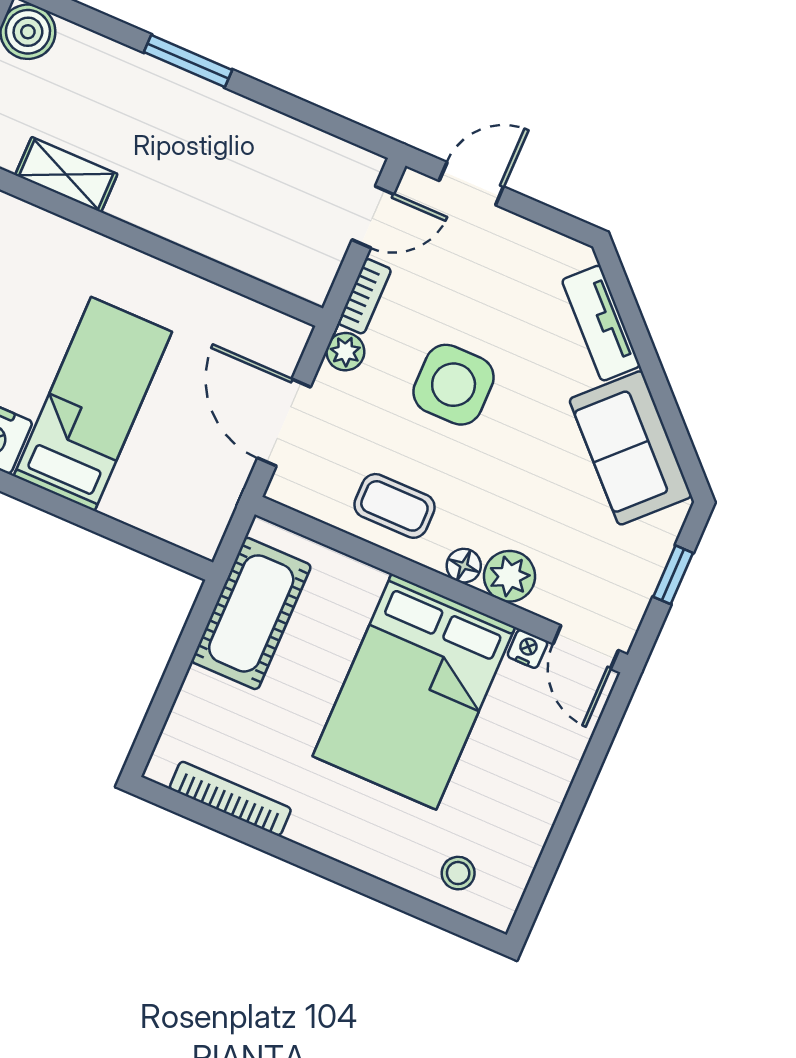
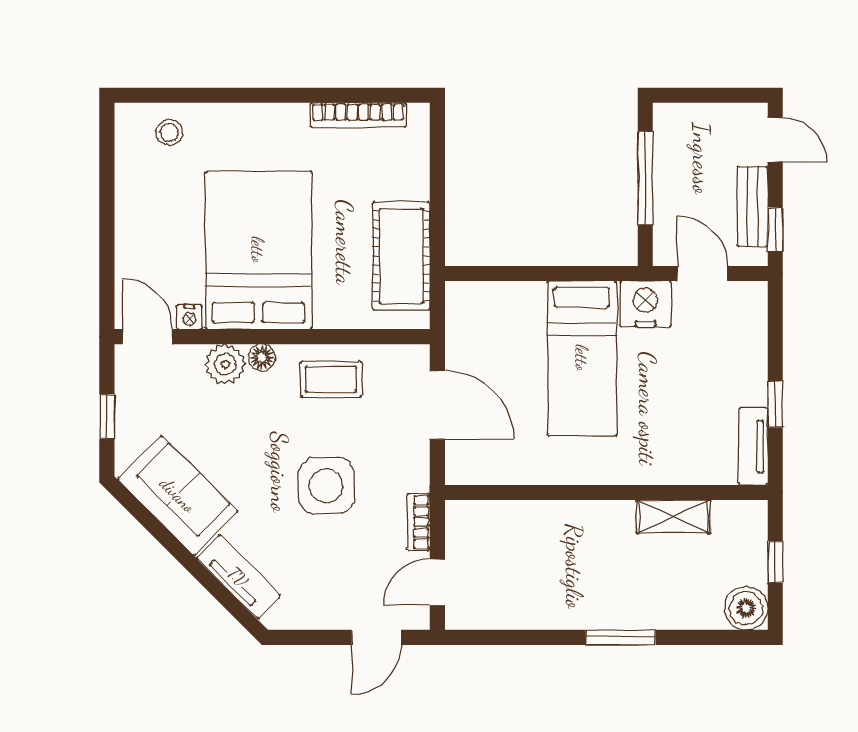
plant: (345, 352) -> (415, 476), removed

